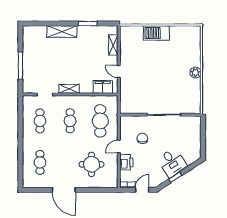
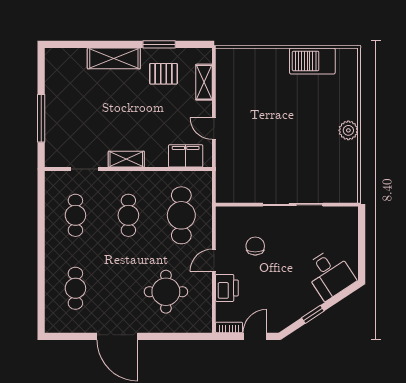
barbecue: (156, 33) -> (312, 61), moved
pallet: (90, 40) -> (164, 74), added
desk: (172, 163) -> (330, 274), moved

